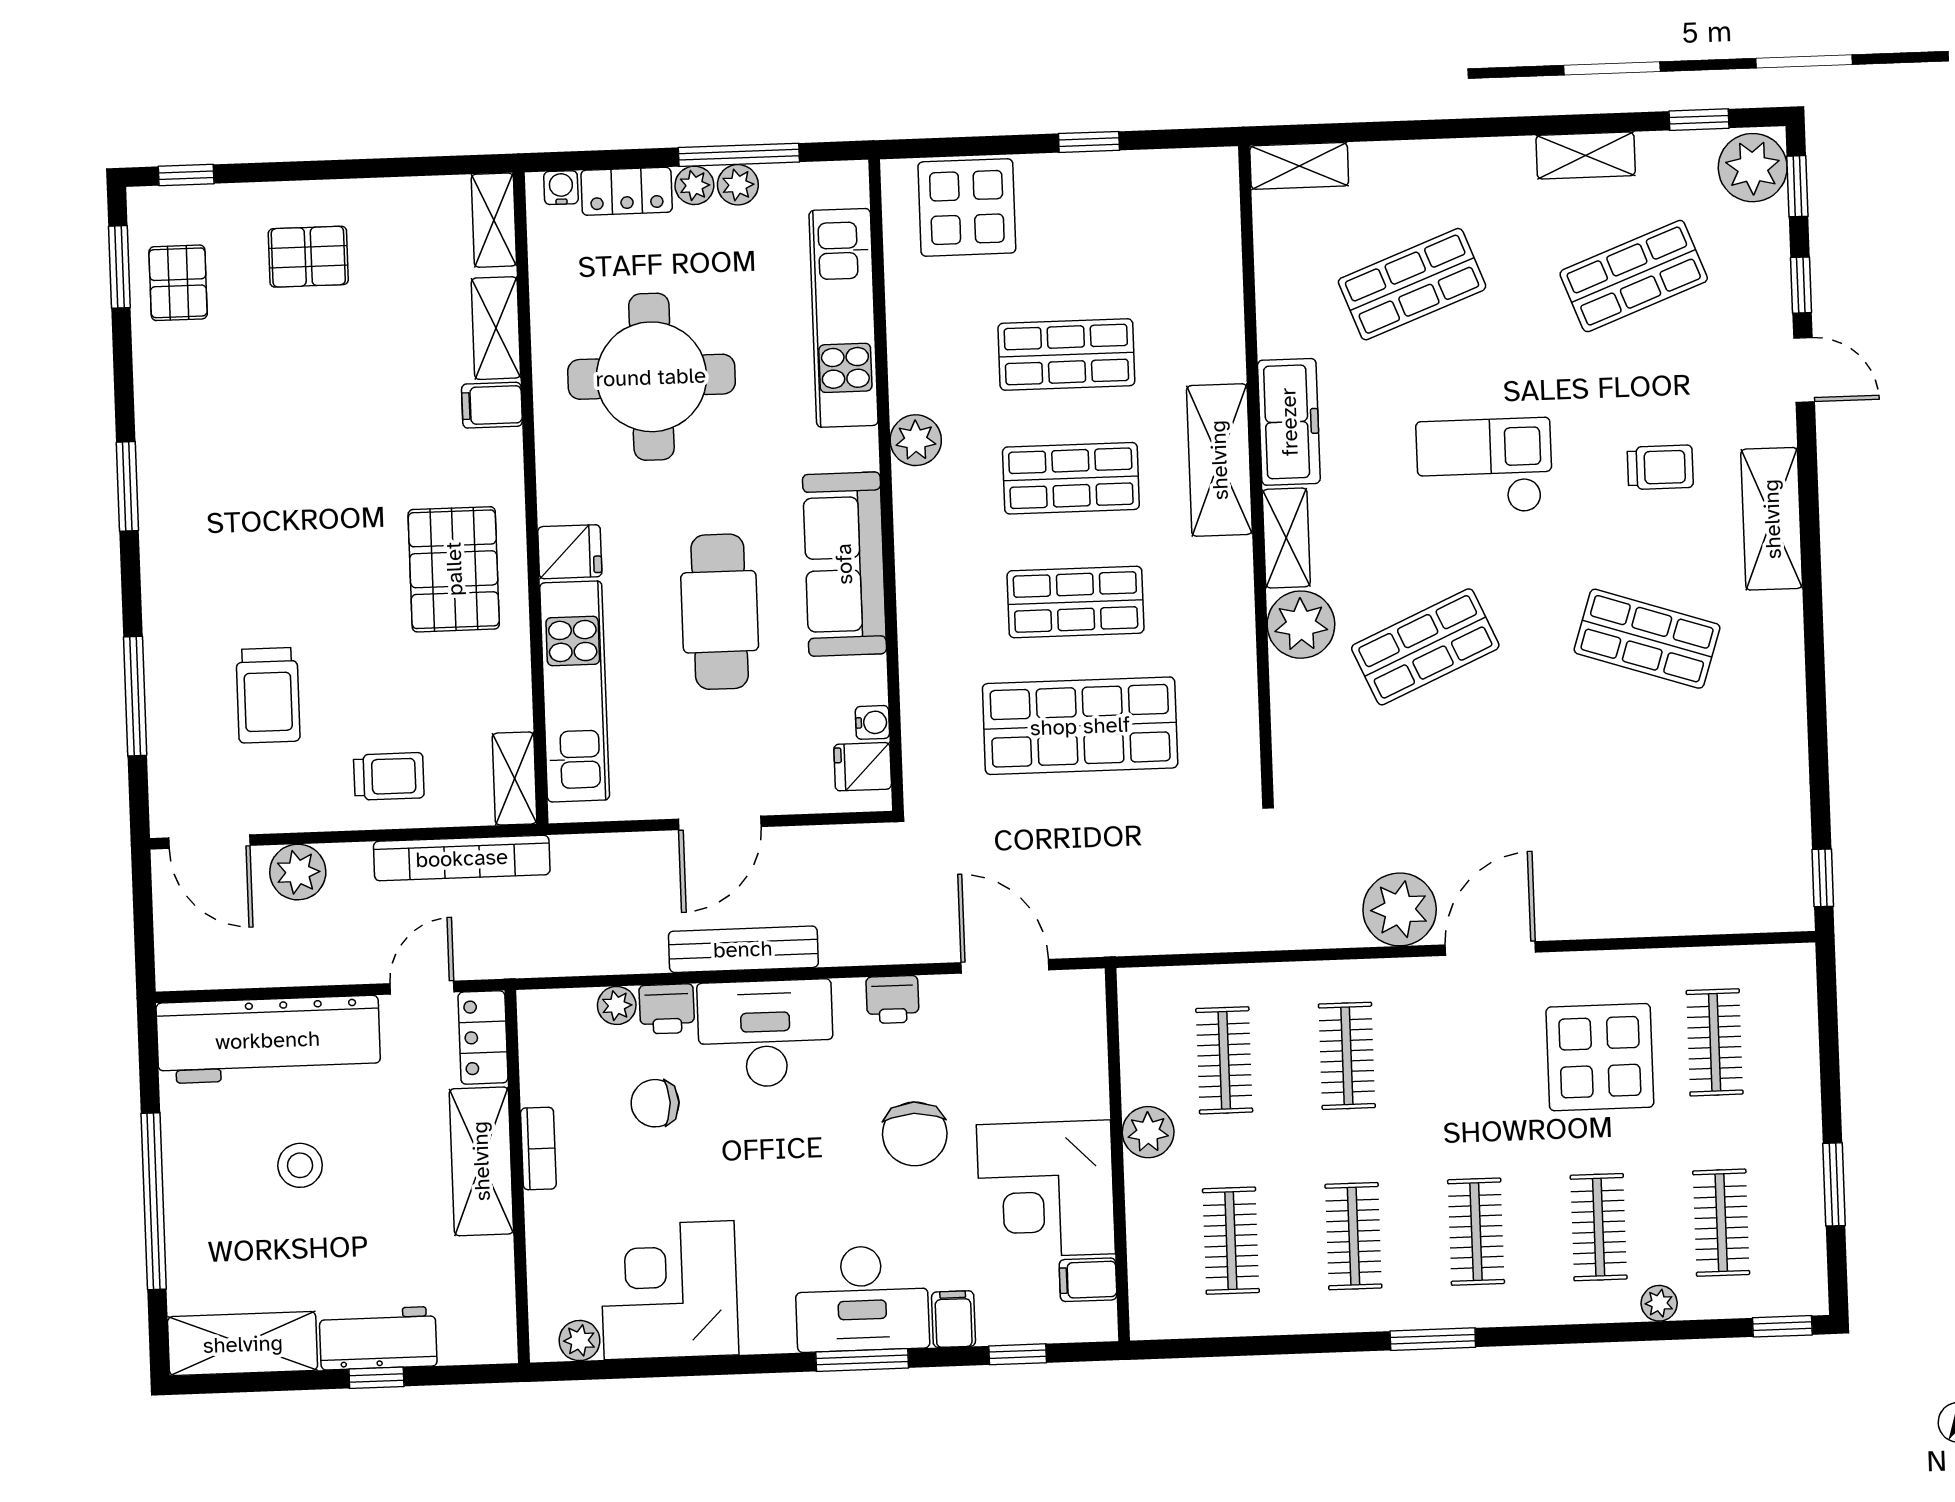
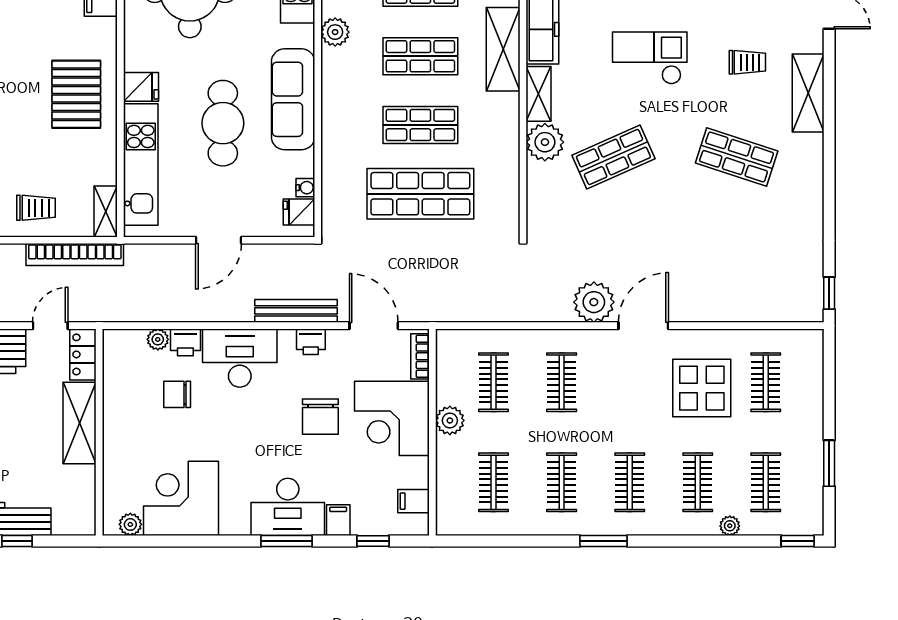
bench: (743, 949) -> (296, 311), moved
bookcase: (538, 1149) -> (420, 356), moved, turned 180
corner desk: (1046, 1189) -> (392, 418), moved

